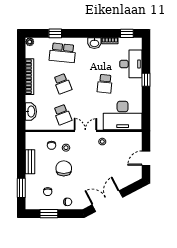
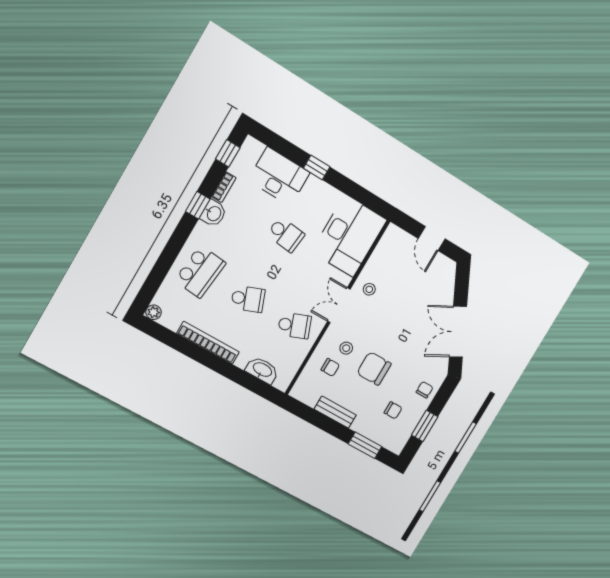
window: (55, 33) -> (198, 205), moved

